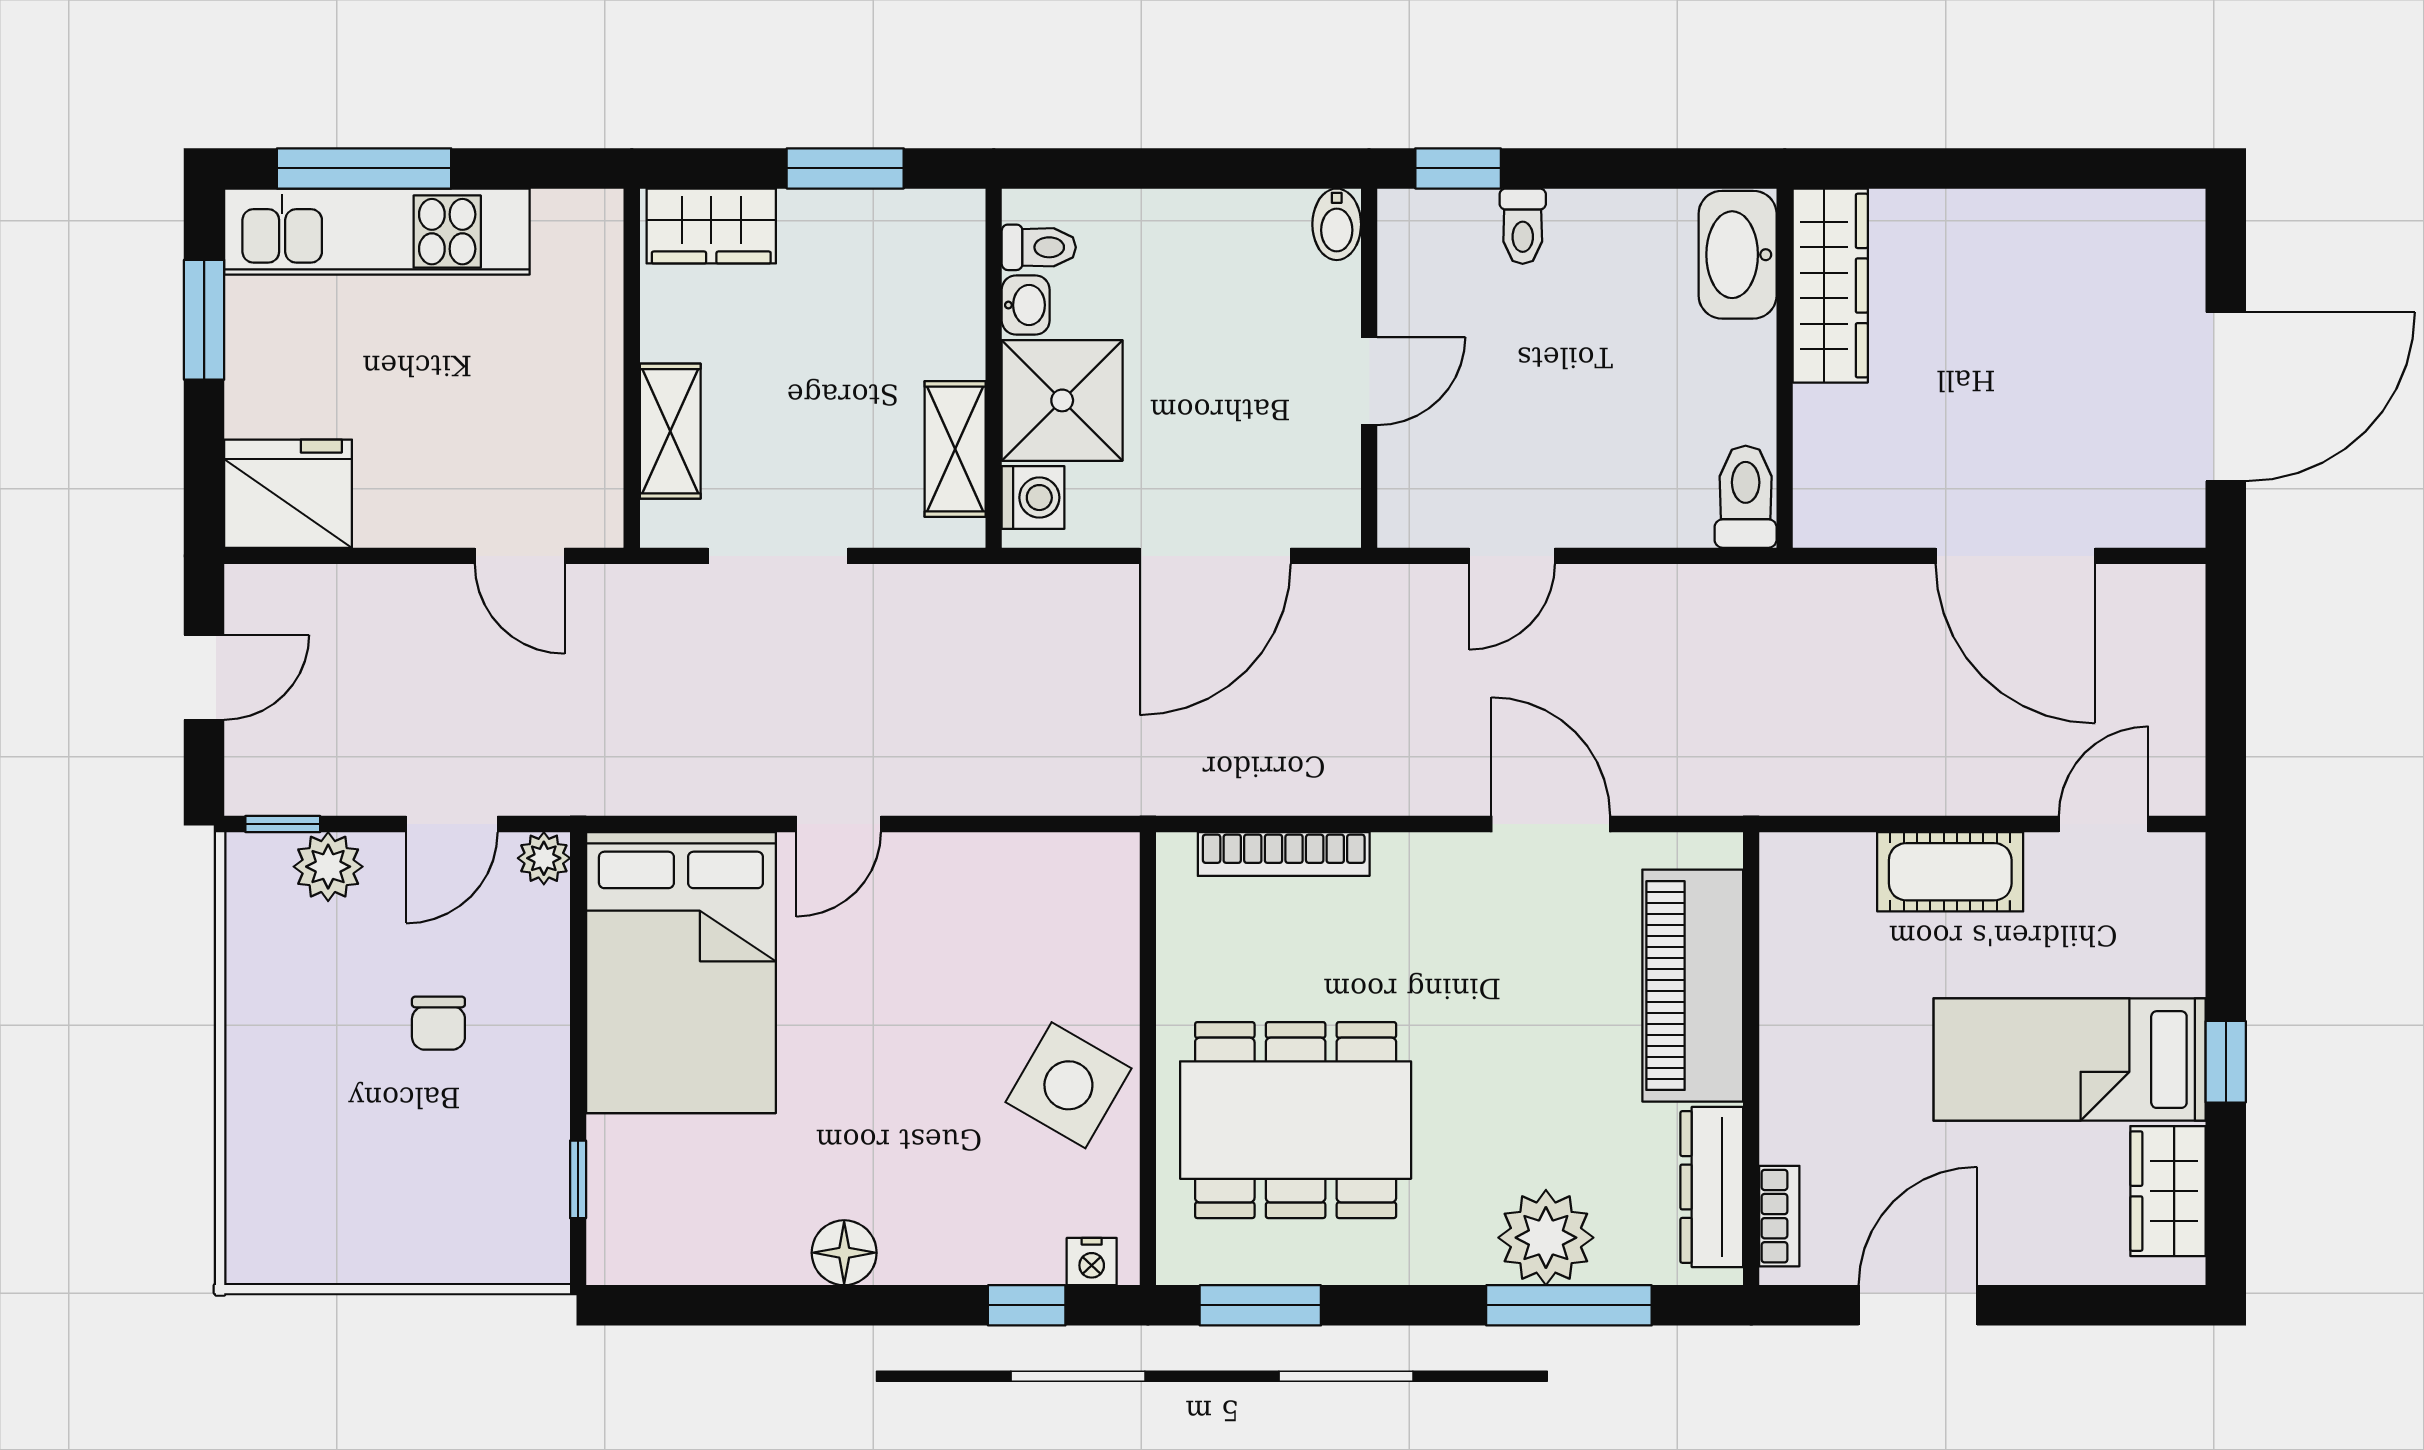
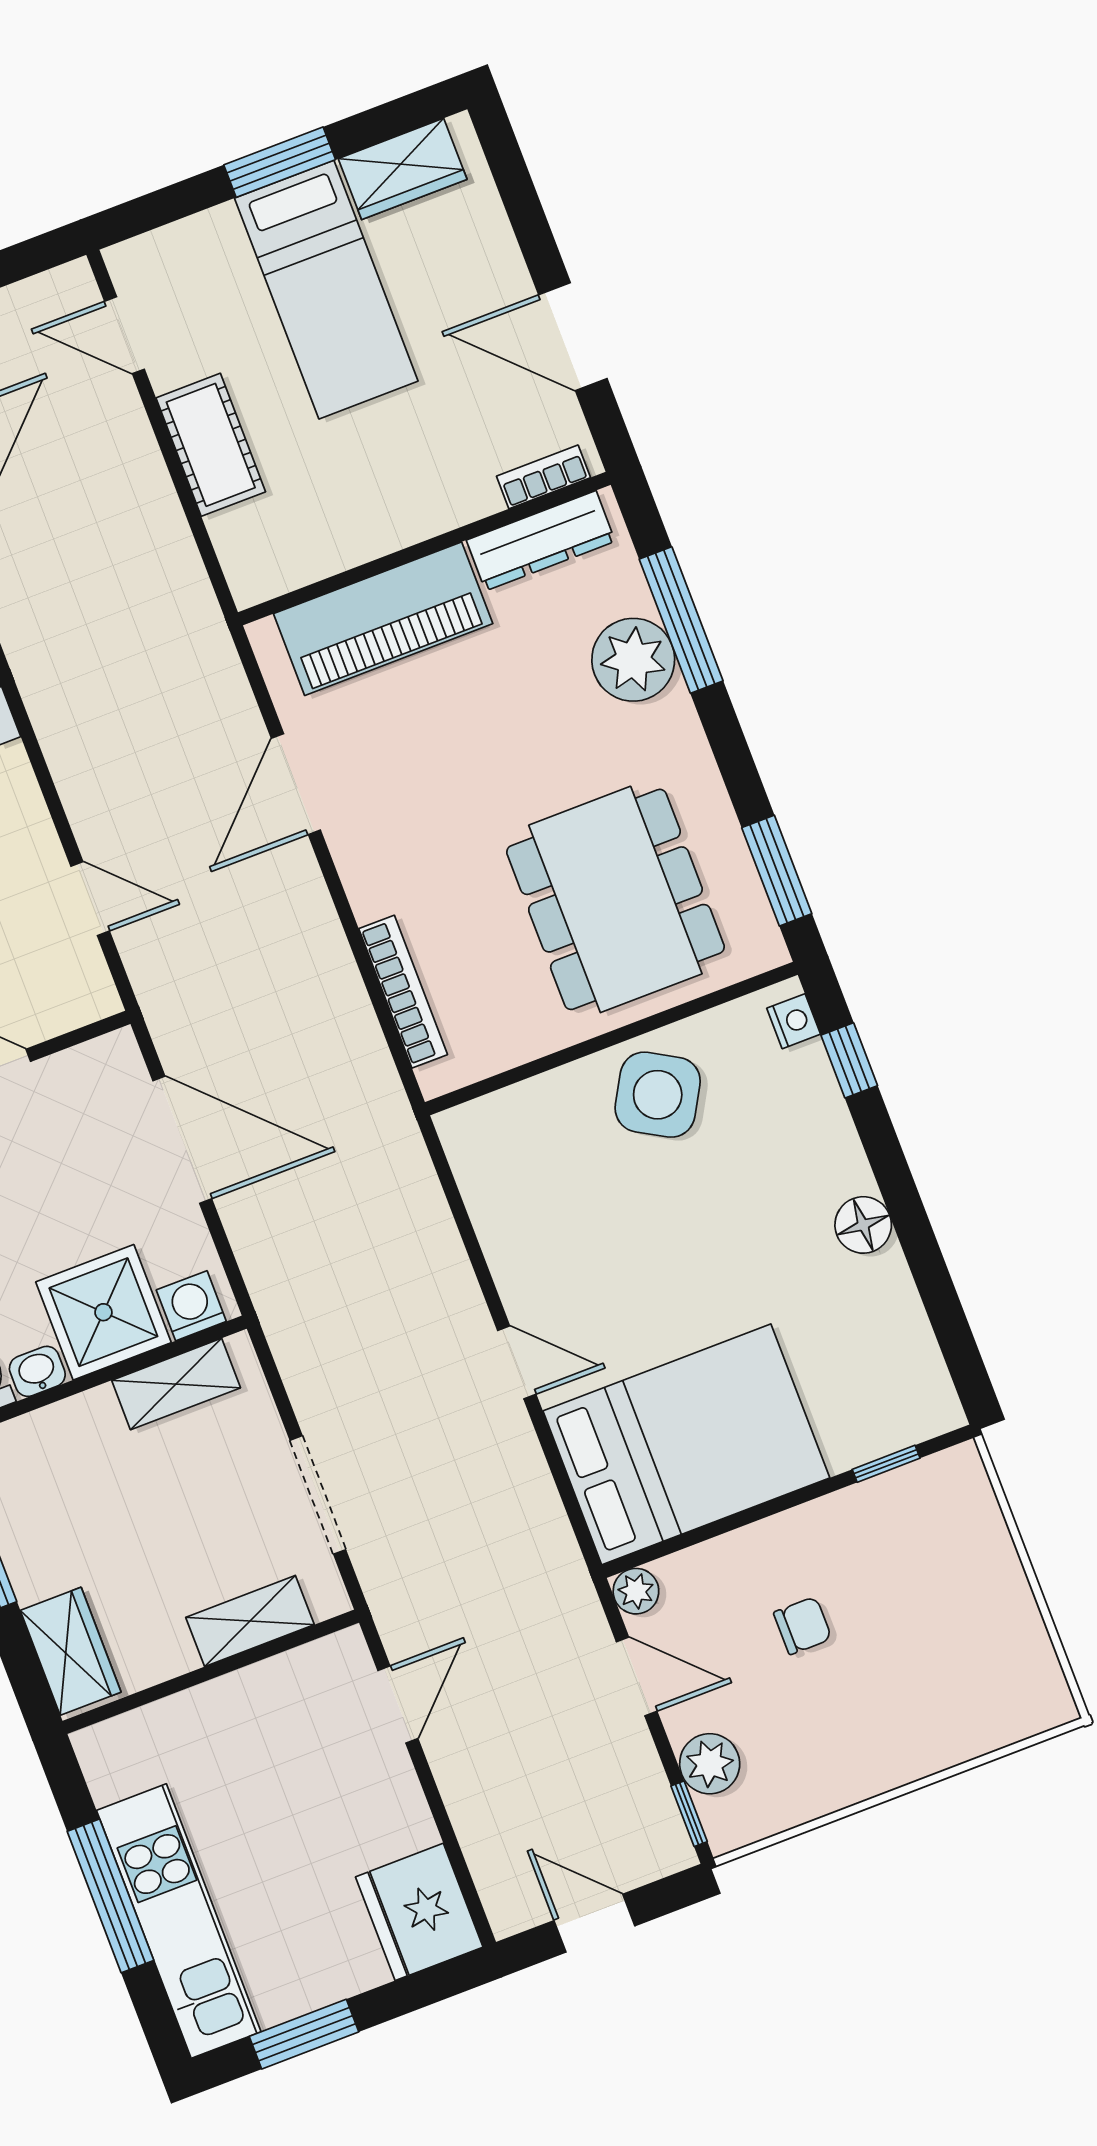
window: (364, 168) -> (110, 1896), moved
window: (2226, 1062) -> (280, 162), width x1.50

